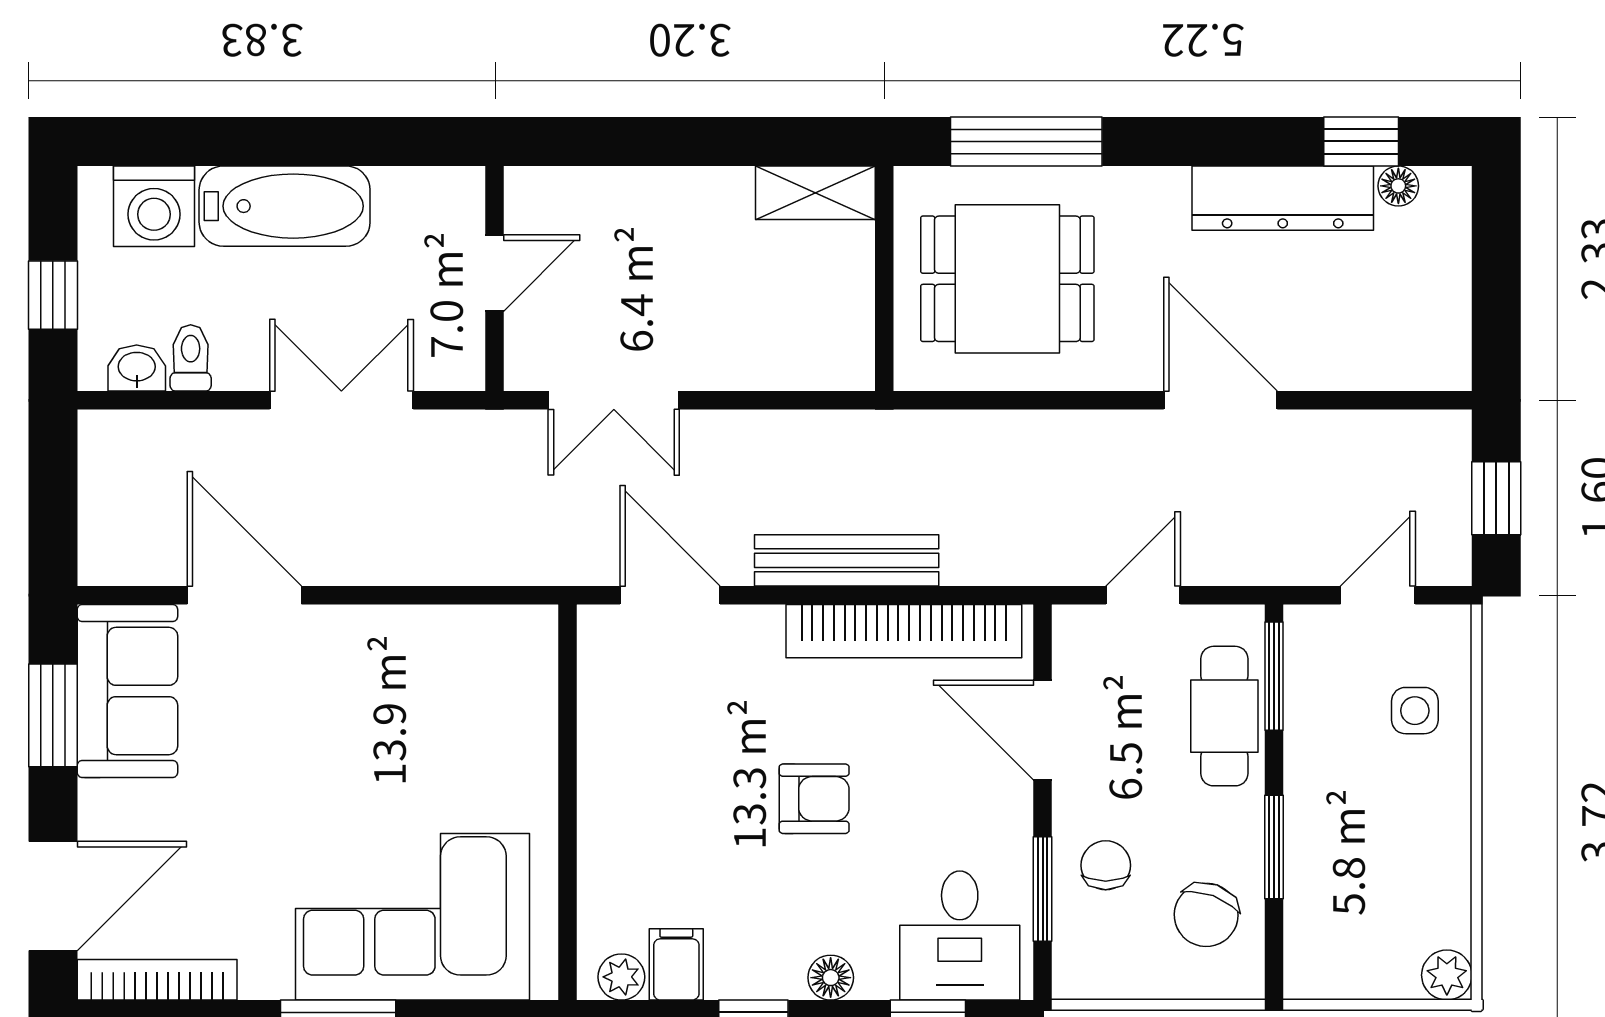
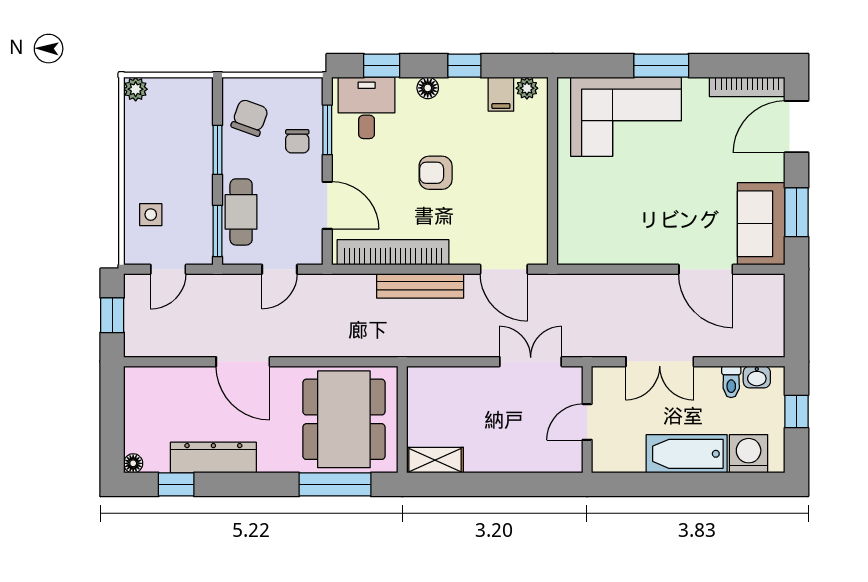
floor lamp: (1398, 186) -> (133, 463), moved
dining table: (1007, 279) -> (344, 419), width x1.38

